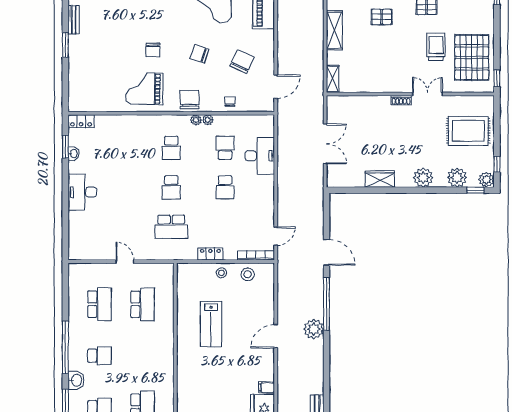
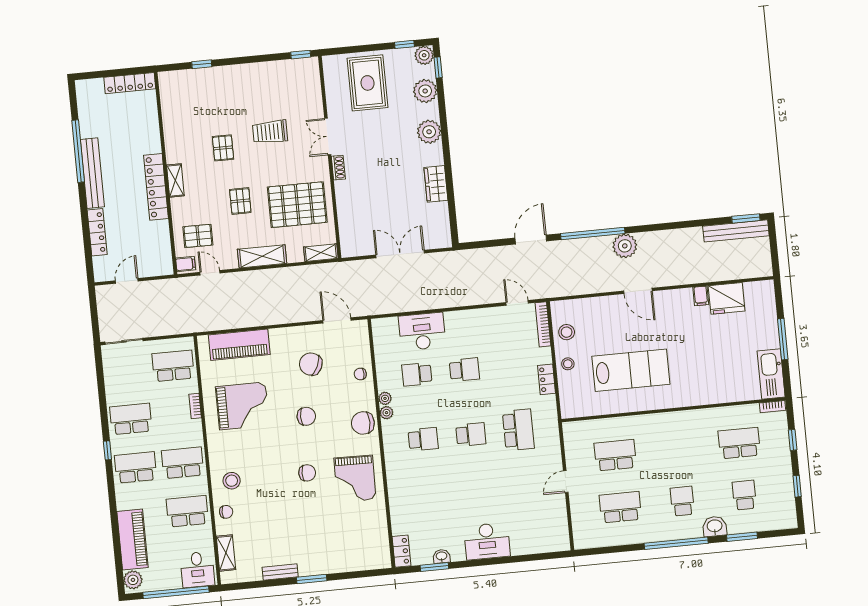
chair: (199, 54) -> (306, 416), turned -109
pallet: (472, 57) -> (297, 205), moved
lab bench: (211, 324) -> (631, 370), width x1.36, depth x1.39

